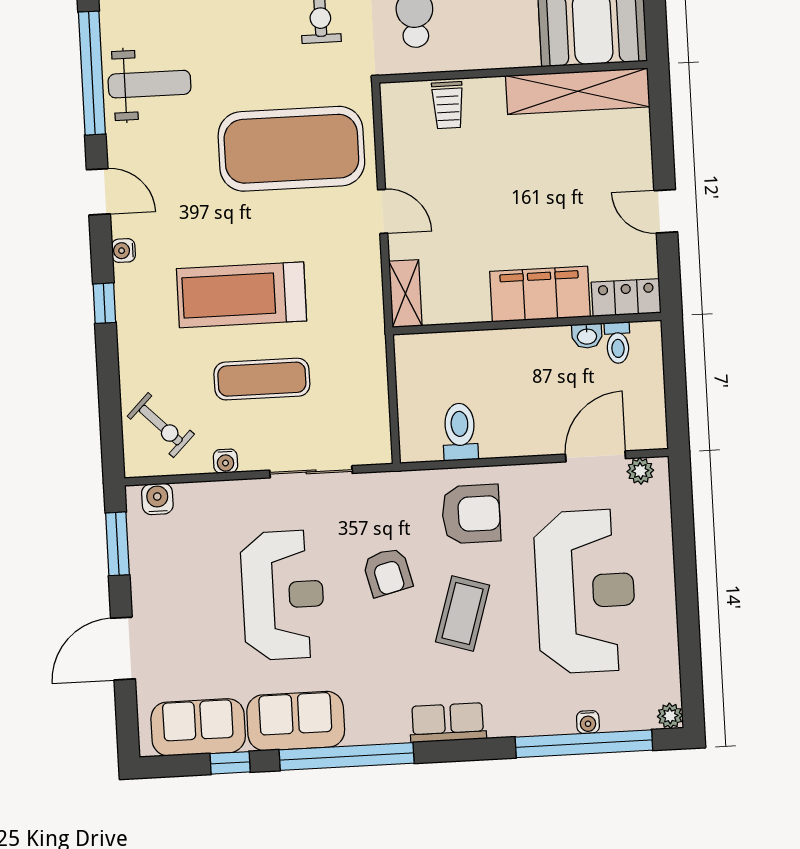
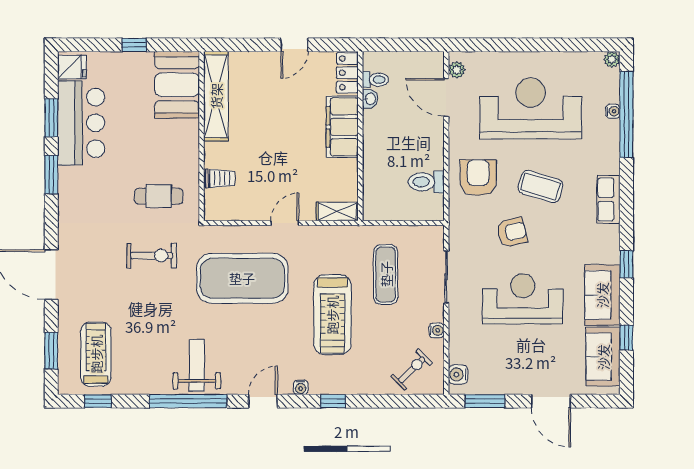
exercise mat: (291, 149) -> (242, 278), turned 90
exercise mat: (262, 379) -> (386, 274), moved
window: (347, 757) -> (626, 264), width x0.32

